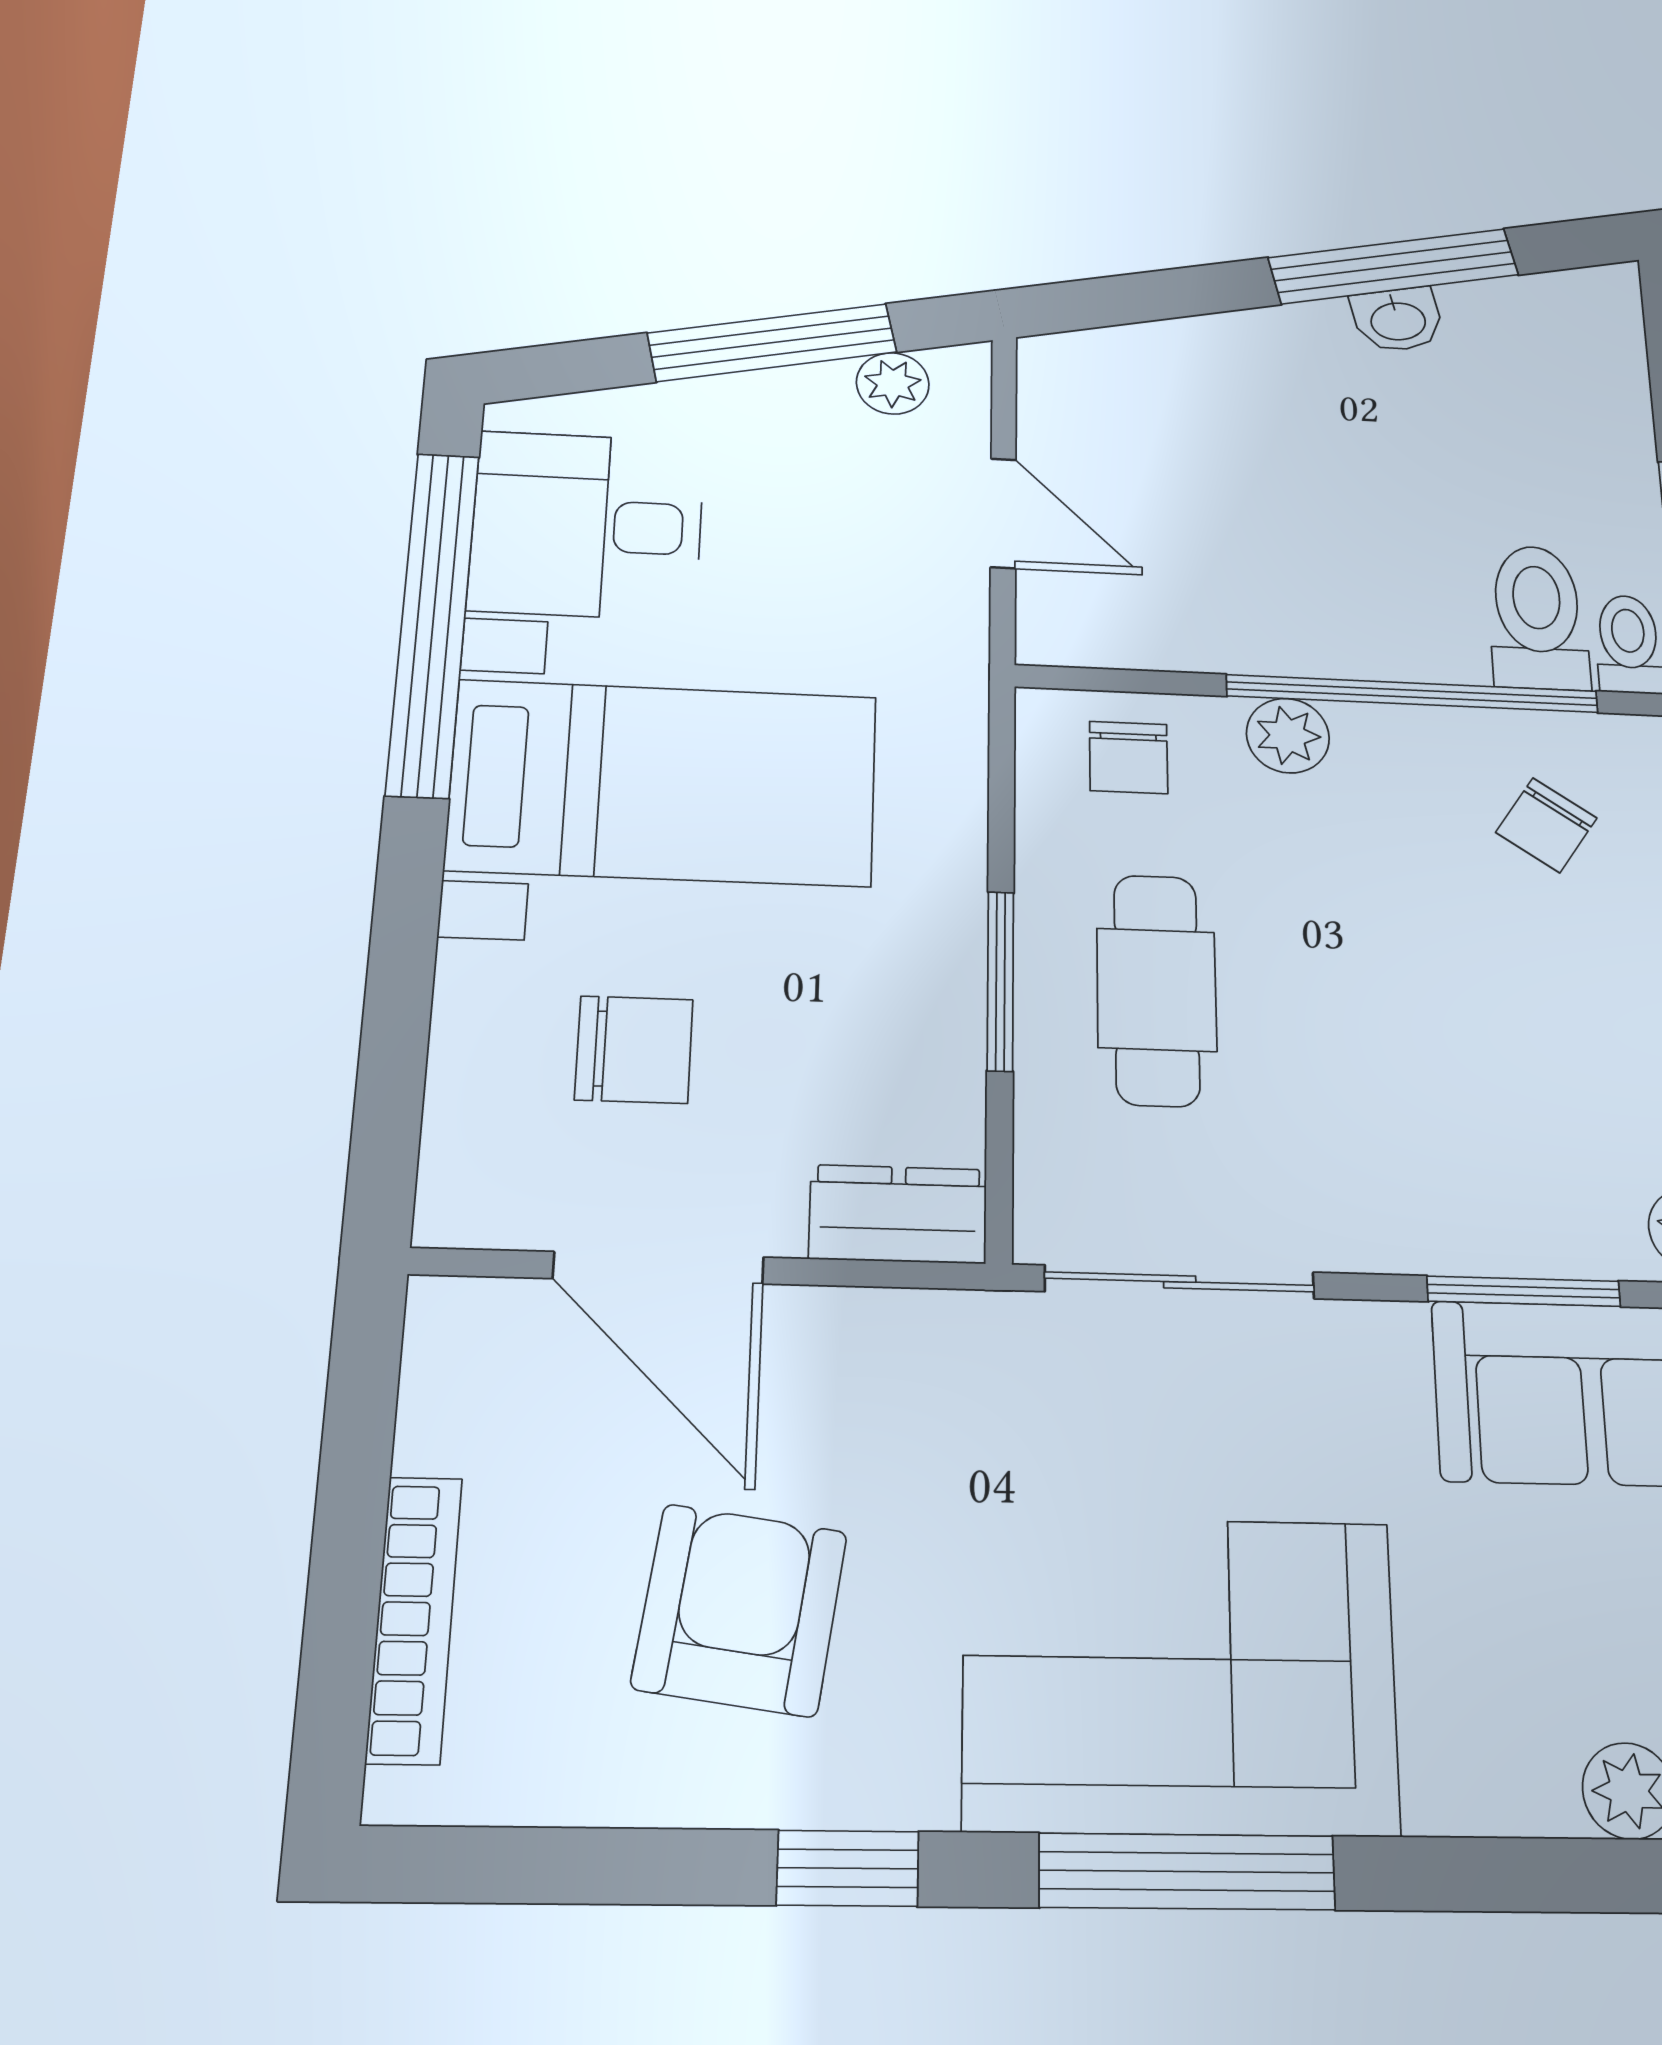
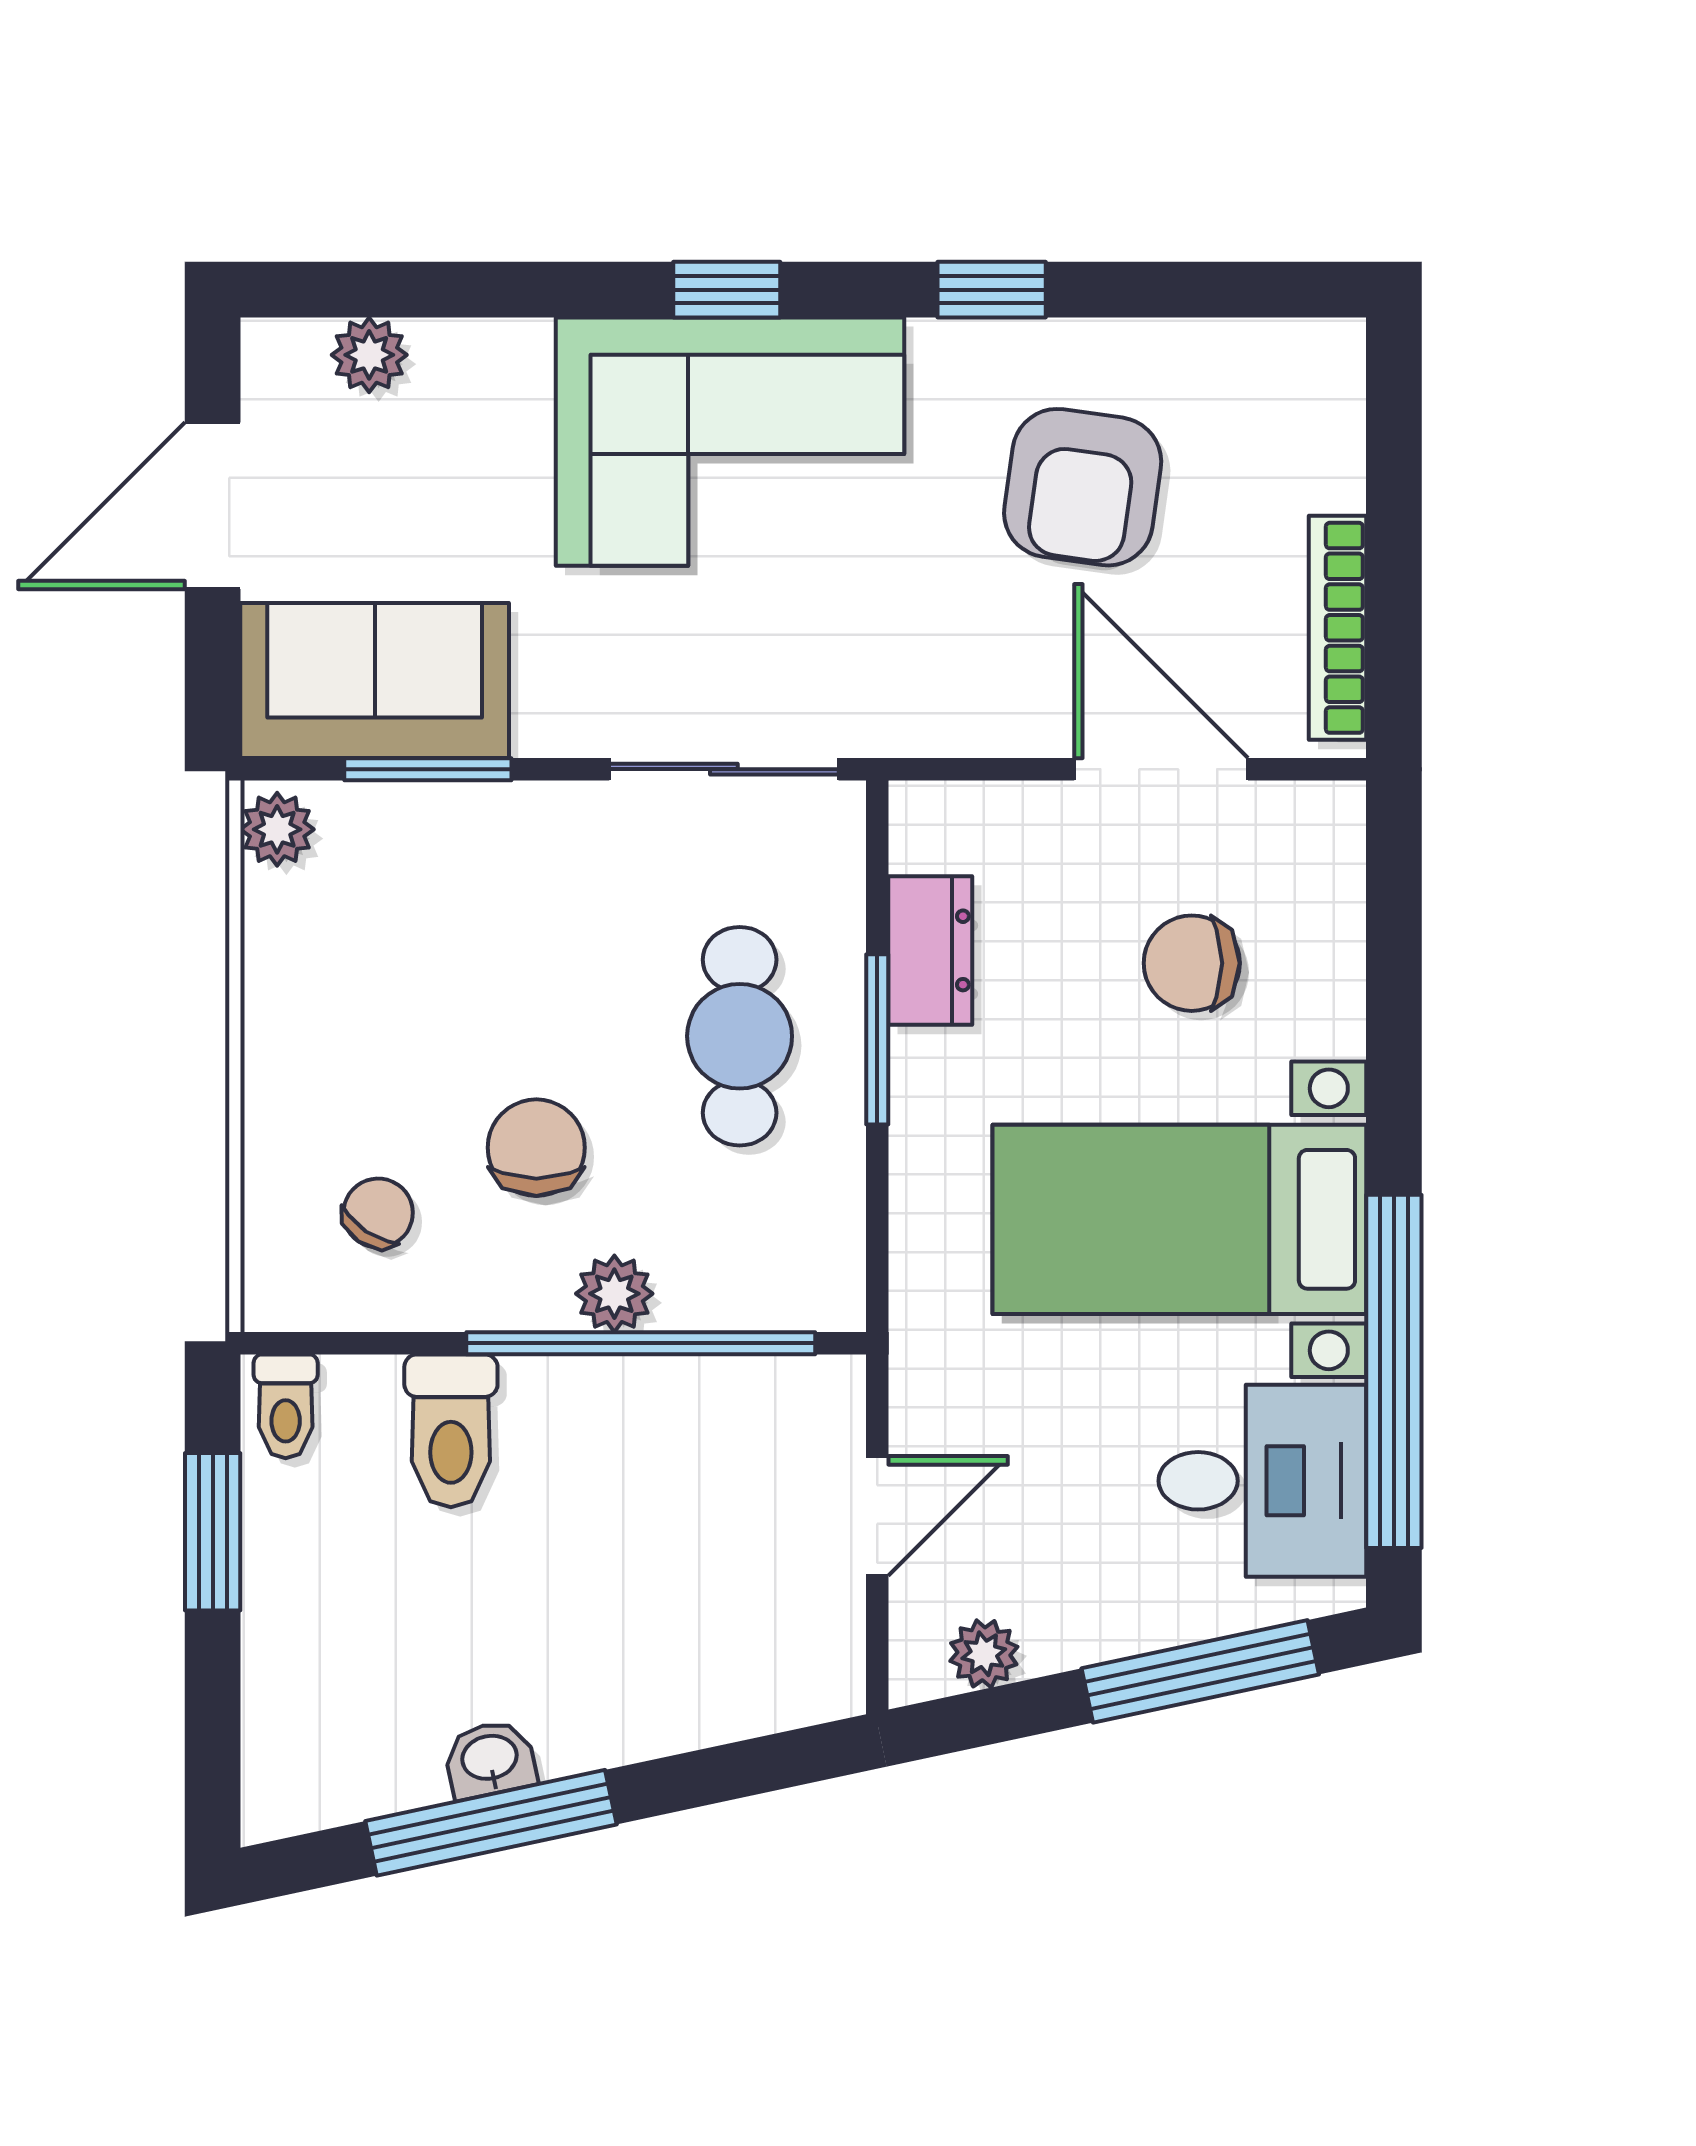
window: (772, 343) -> (1200, 1671), moved
door: (1003, 513) -> (877, 1516), swing flipped
toilet: (1538, 617) -> (451, 1431), moved
window: (1413, 694) -> (641, 1343), moved
chair: (1129, 757) -> (536, 1148), moved, width x1.37, depth x1.37
dresser: (898, 1214) -> (930, 950), moved, turned -90
bookcase: (414, 1619) -> (1337, 628), moved
window: (1187, 1872) -> (727, 290), width x0.46

